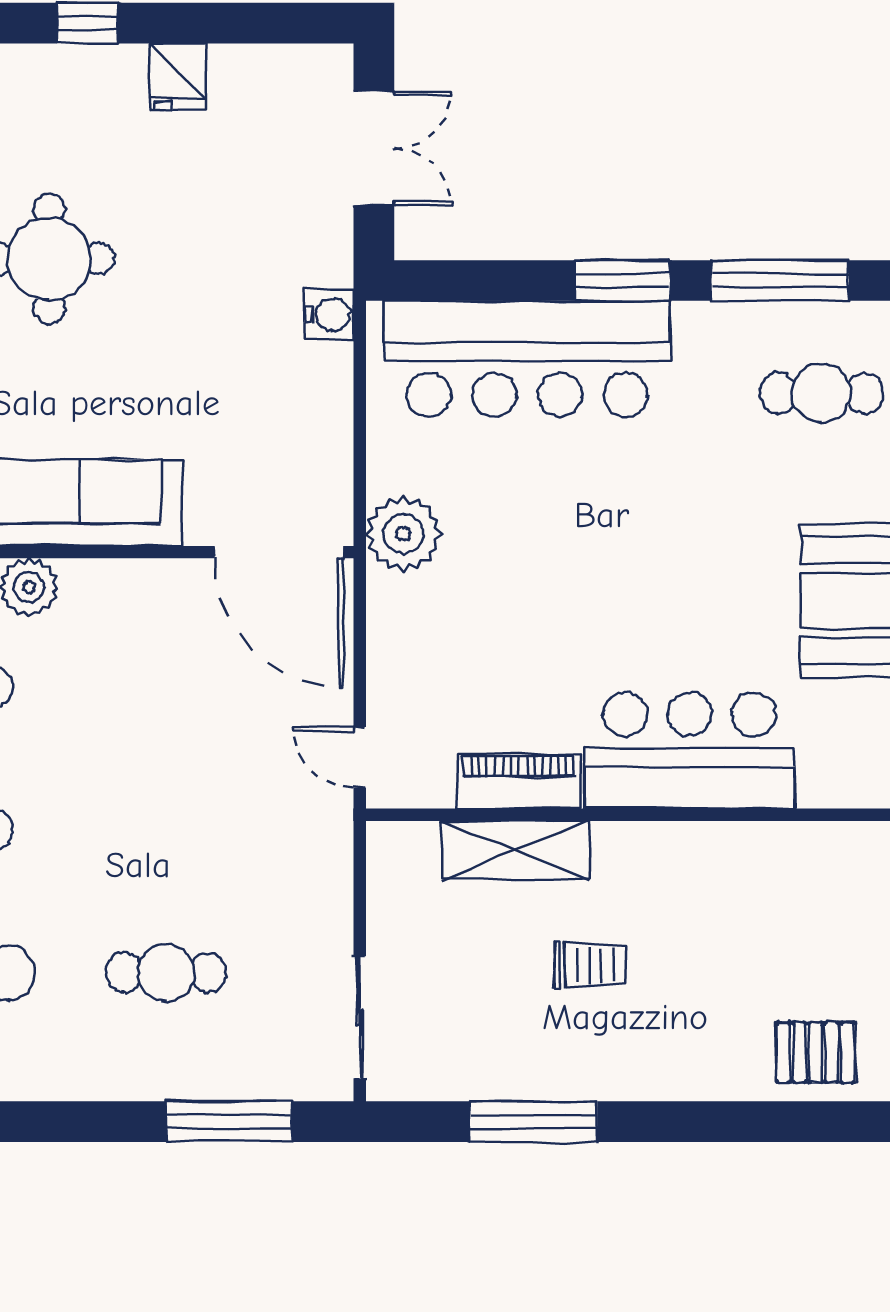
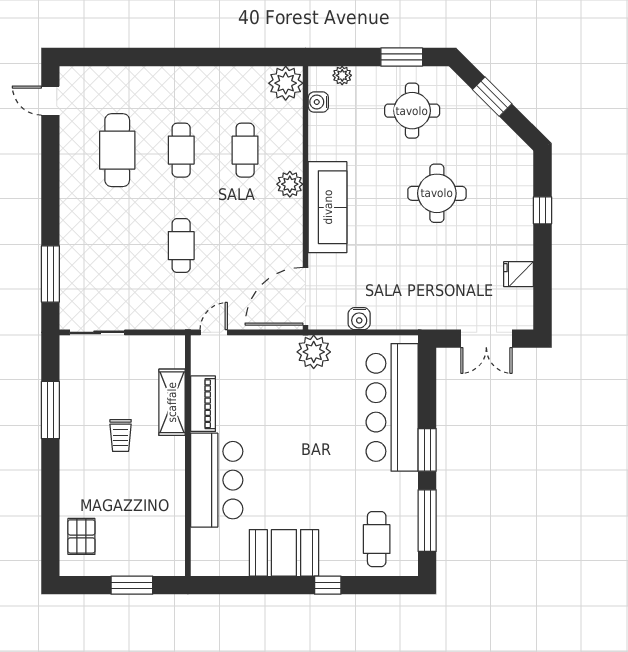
fridge: (178, 77) -> (519, 274), moved
water cooler: (329, 315) -> (359, 319), moved
cafe table: (166, 973) -> (181, 246), moved

